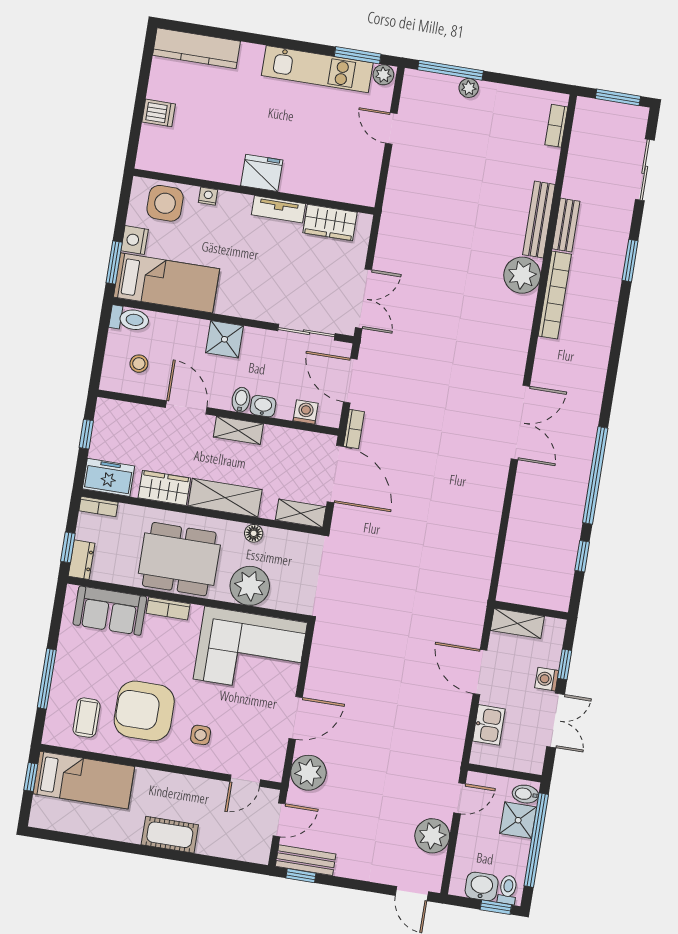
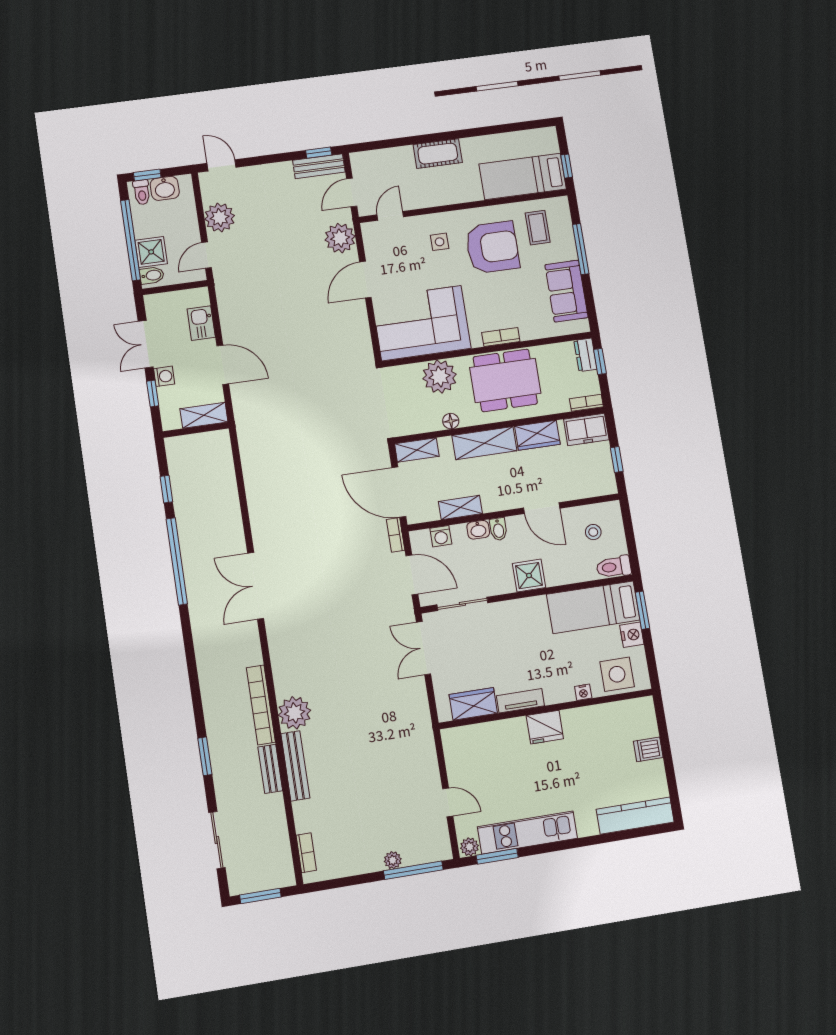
shelving: (238, 430) -> (460, 508), moved
sofa: (110, 611) -> (566, 291), moved, turned -90

